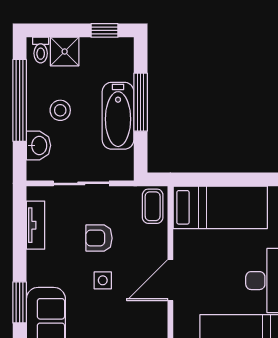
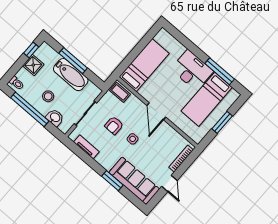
shower: (65, 51) -> (33, 65), moved

